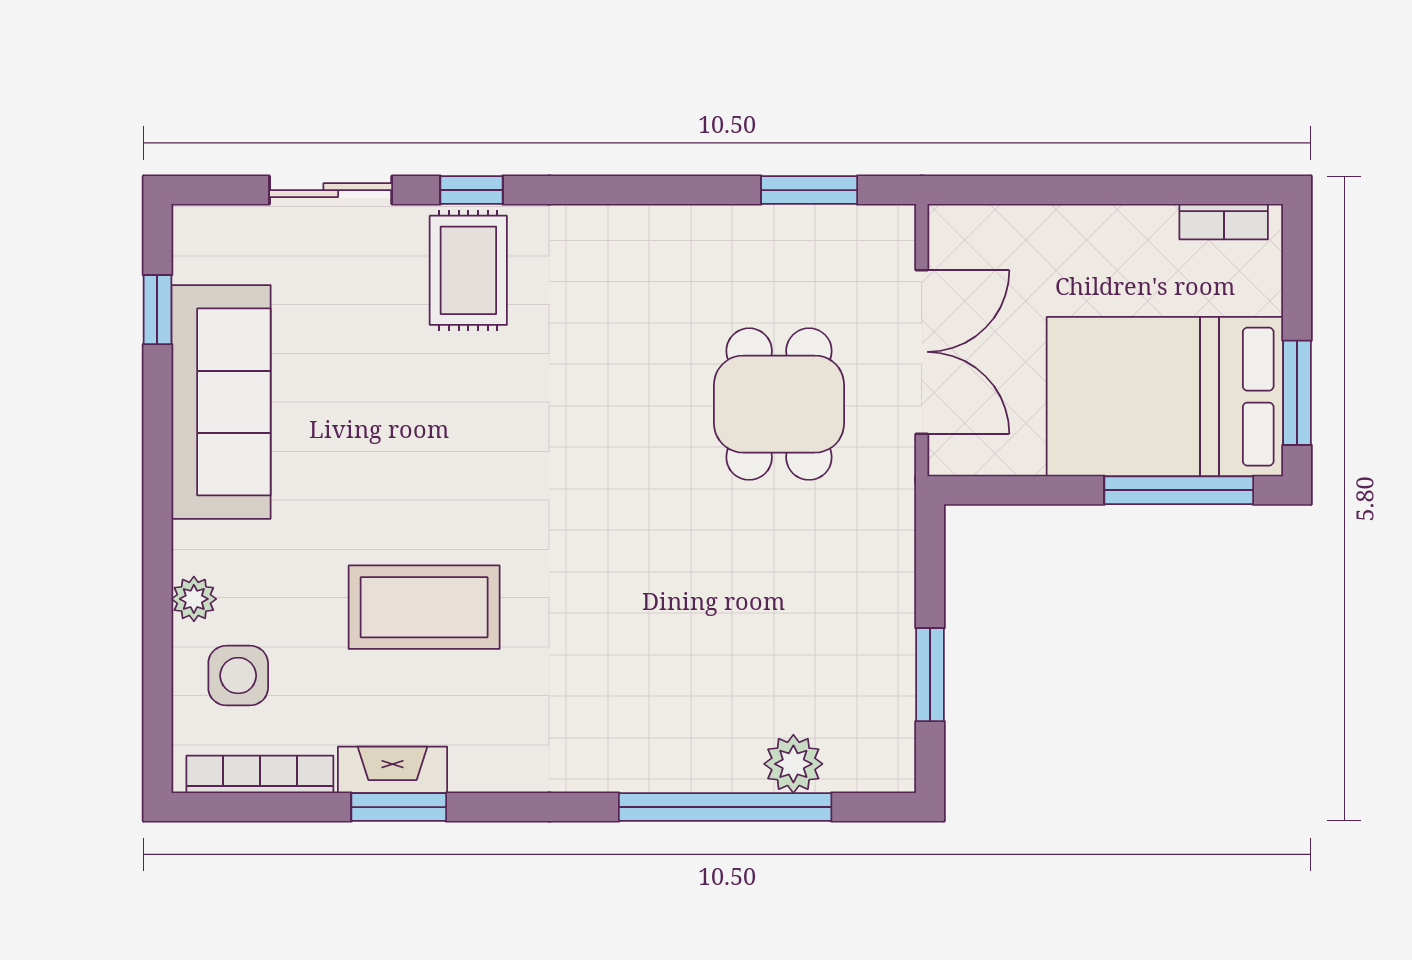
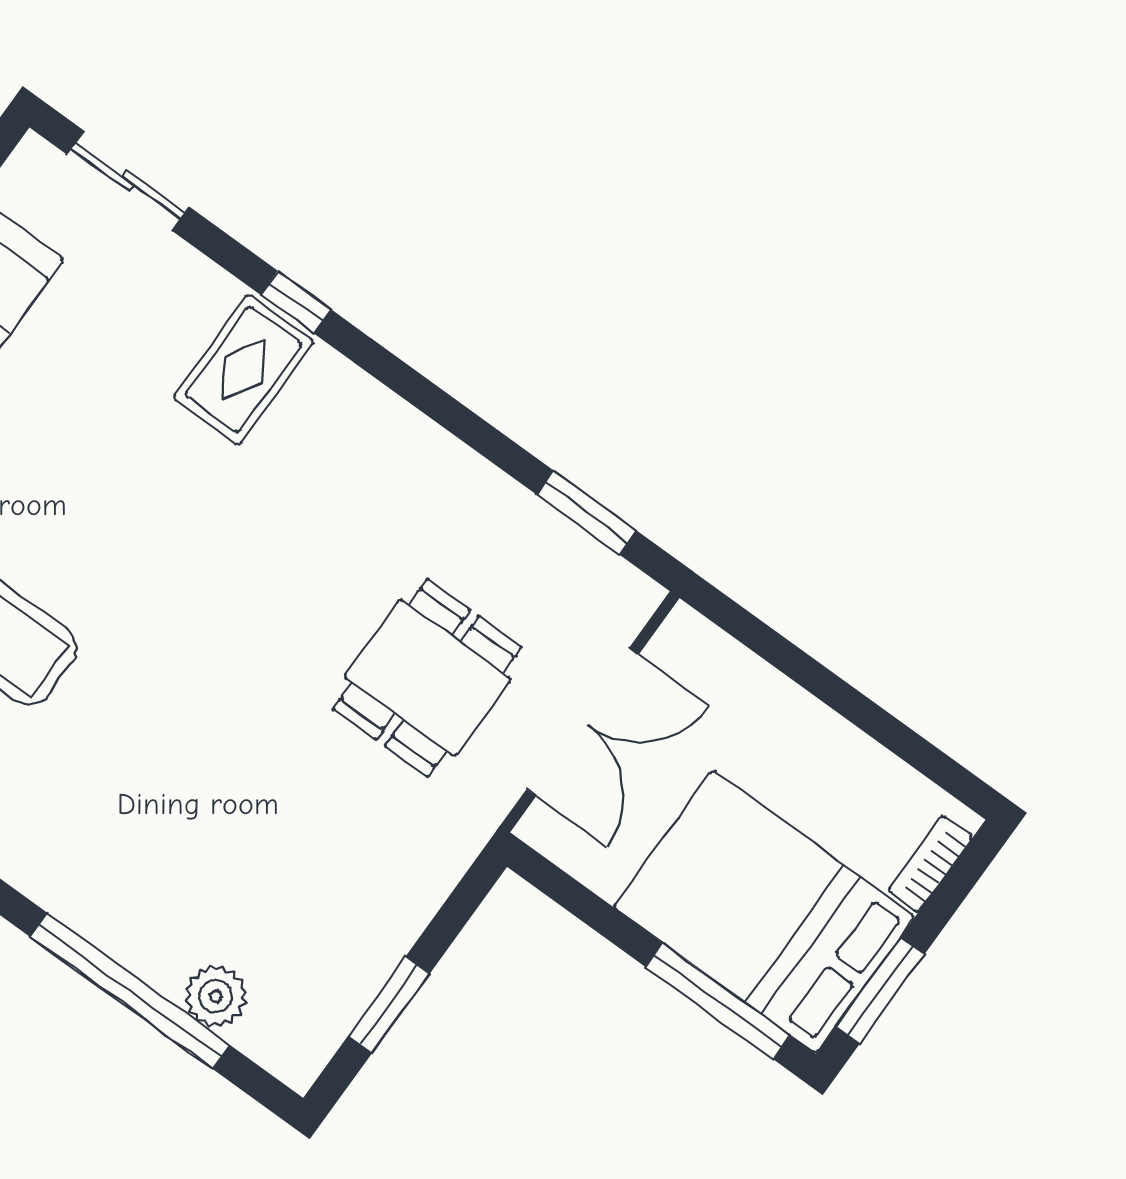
sliding door: (331, 190) -> (128, 181), moved
bookcase: (1224, 222) -> (930, 864), moved, turned 90

